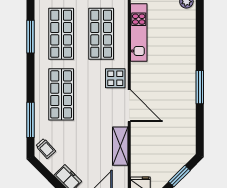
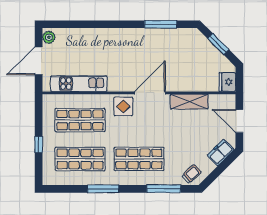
window: (30, 37) -> (103, 189), moved
window: (200, 87) -> (161, 24), moved

